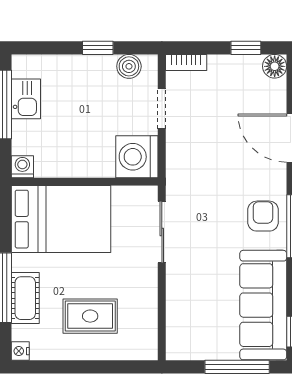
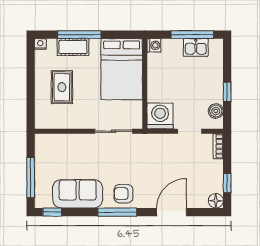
armchair: (263, 216) -> (124, 194), turned 180
sofa: (263, 305) -> (78, 194), width x0.73

